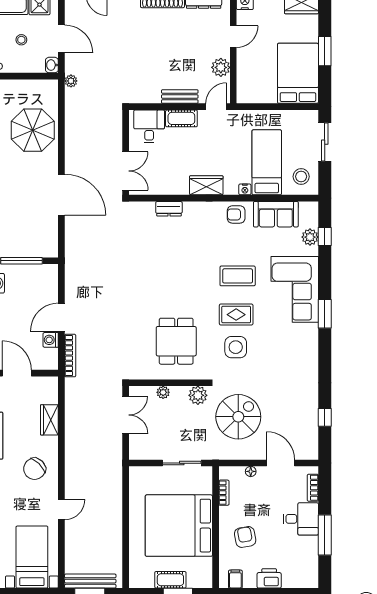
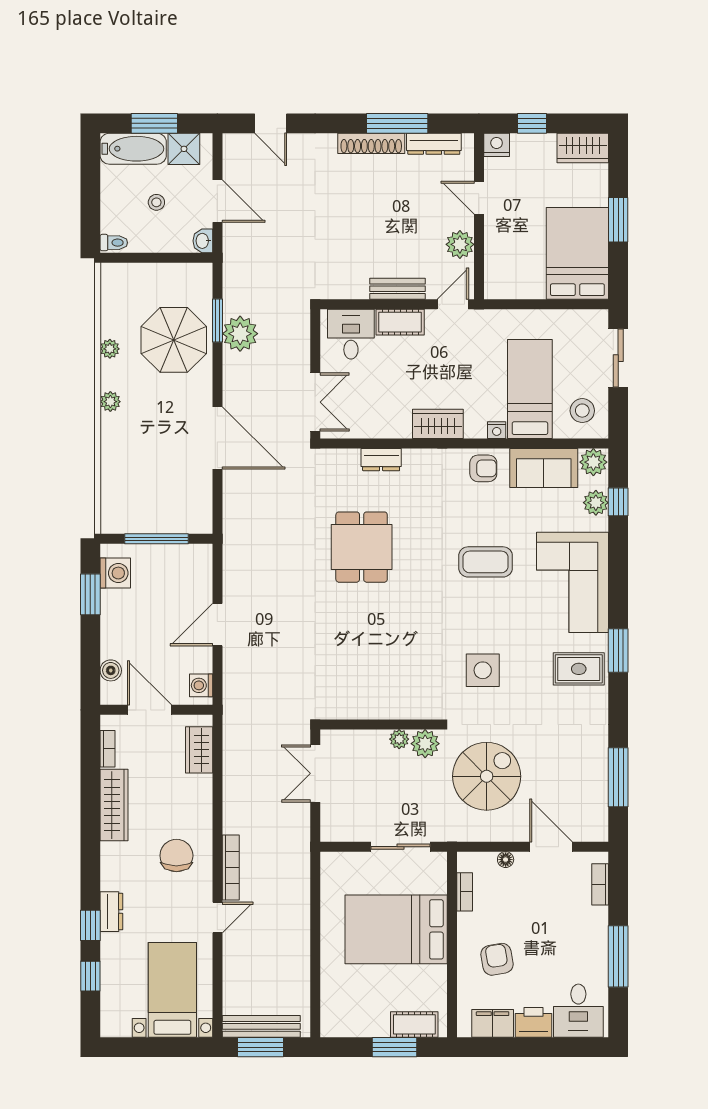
door: (233, 37) -> (479, 198), swing flipped
plant: (71, 81) -> (240, 334), moved, width x1.88, depth x1.88
window: (61, 117) -> (217, 320), added
plant: (308, 210) -> (593, 462), added
armchair: (236, 214) -> (483, 468), turned 180
window: (325, 314) -> (618, 650), moved
rug: (236, 315) -> (579, 669), moved
washing machine: (51, 340) -> (201, 685), moved
dining table: (176, 341) -> (362, 547), moved
bookcase: (70, 356) -> (231, 868), moved
plant: (163, 392) -> (399, 739), moved
double door: (126, 415) -> (315, 773), swing flipped
window: (325, 417) -> (618, 777), width x2.17
wardrobe: (49, 420) -> (199, 750), moved
chair: (35, 469) -> (176, 856), turned 135
desk: (301, 519) -> (578, 1011), moved, turned 90
bed: (179, 526) -> (396, 929), width x0.73
filing cabinet: (235, 579) -> (493, 1023), width x2.00
cot: (170, 580) -> (414, 1024), moved

